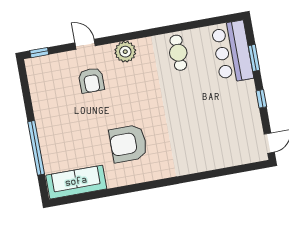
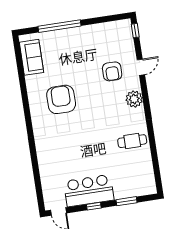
bar counter: (232, 52) -> (89, 191), moved
armchair: (91, 80) -> (112, 71), turned -90
sofa: (76, 182) -> (31, 57), width x0.73

